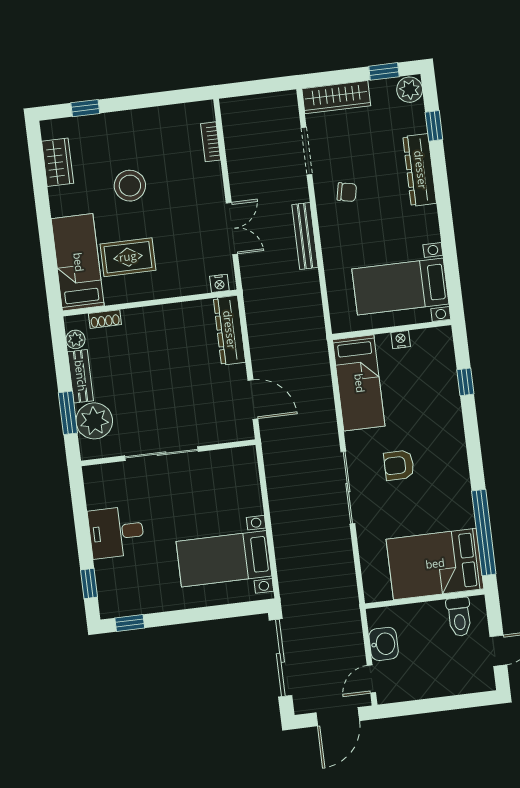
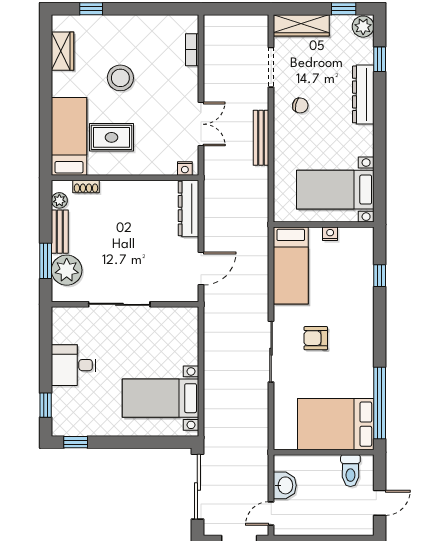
door: (253, 399) -> (201, 269), hinge flipped

